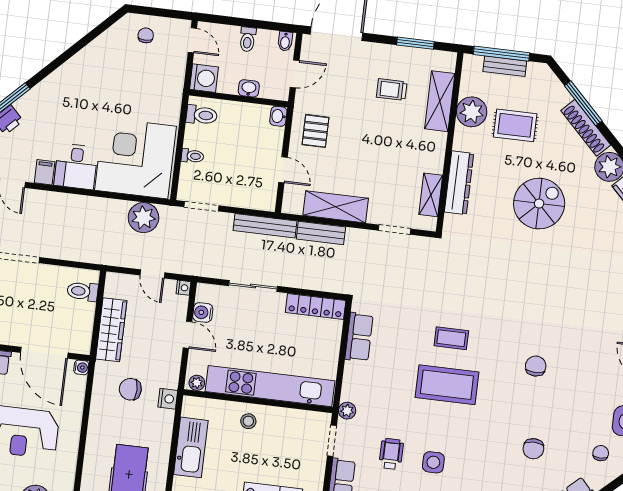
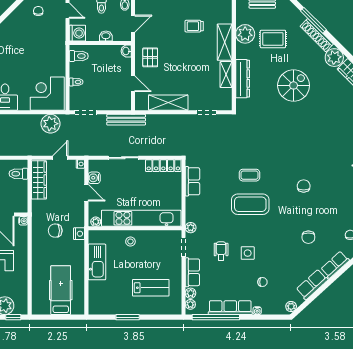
shelving: (440, 101) -> (225, 42), moved
corner desk: (136, 158) -> (47, 94), width x0.74, depth x0.74
shelving: (431, 195) -> (226, 75), moved
bench: (321, 233) -> (161, 120), removed
door: (152, 274) -> (60, 158), swing flipped
wardrobe: (111, 330) -> (39, 180), moved

